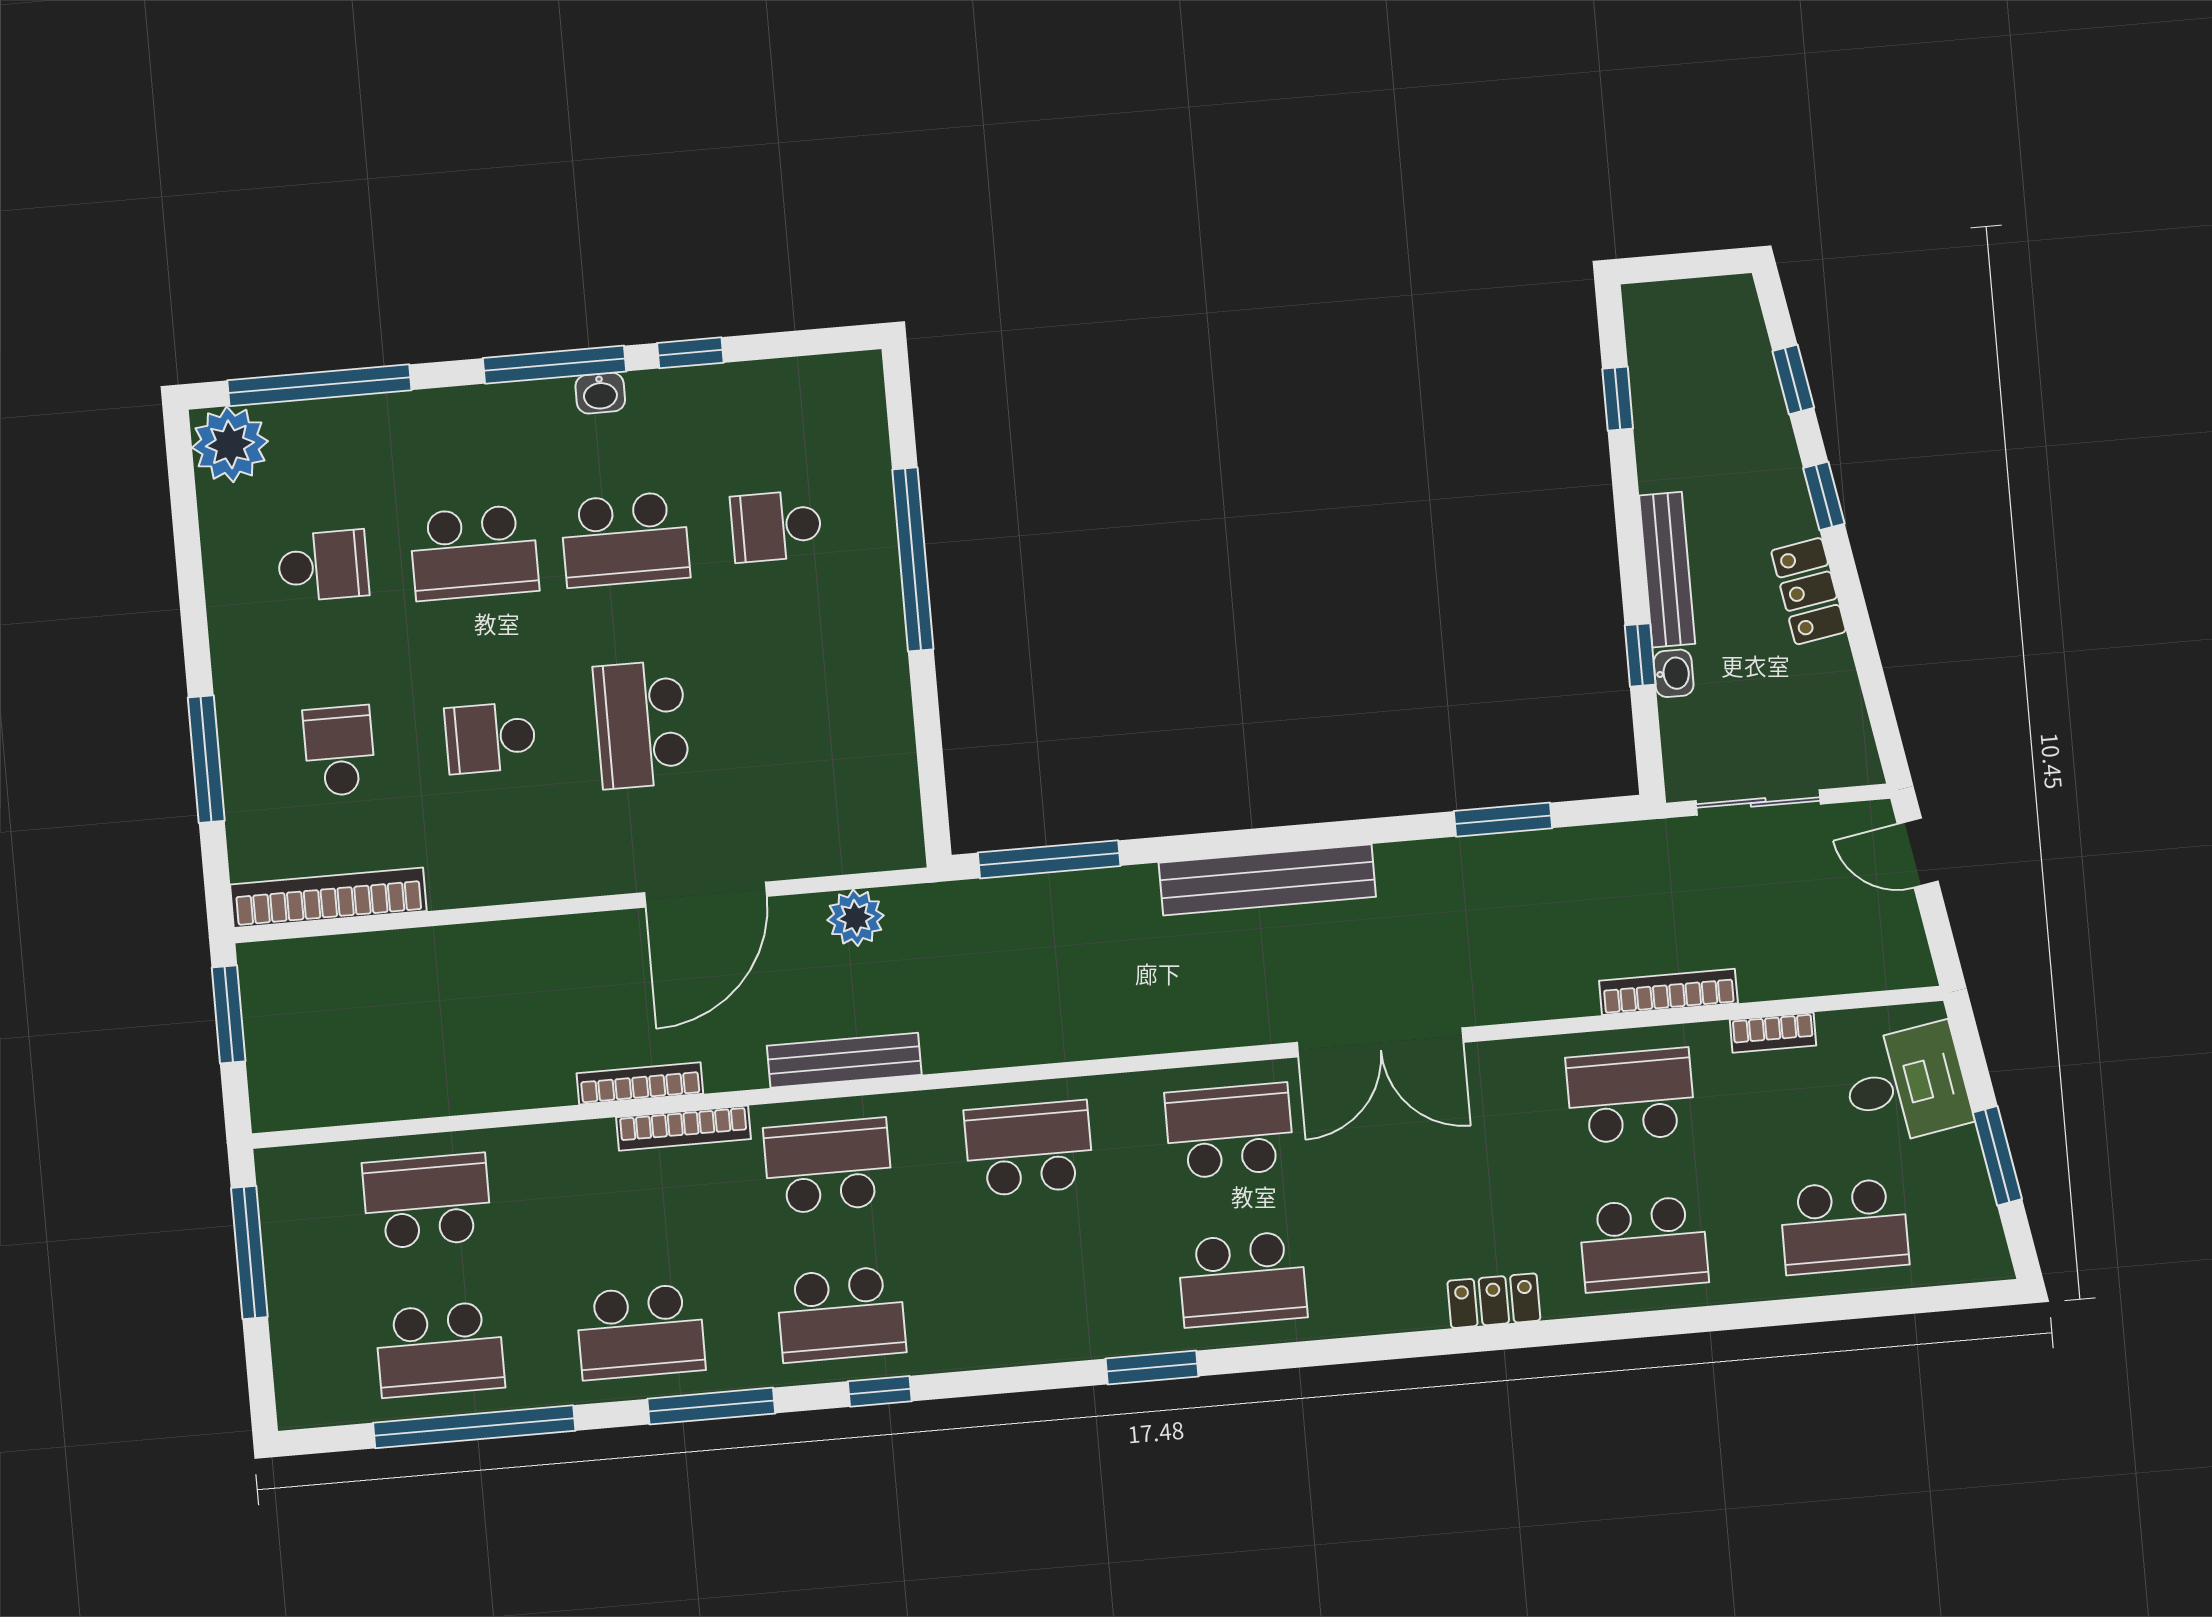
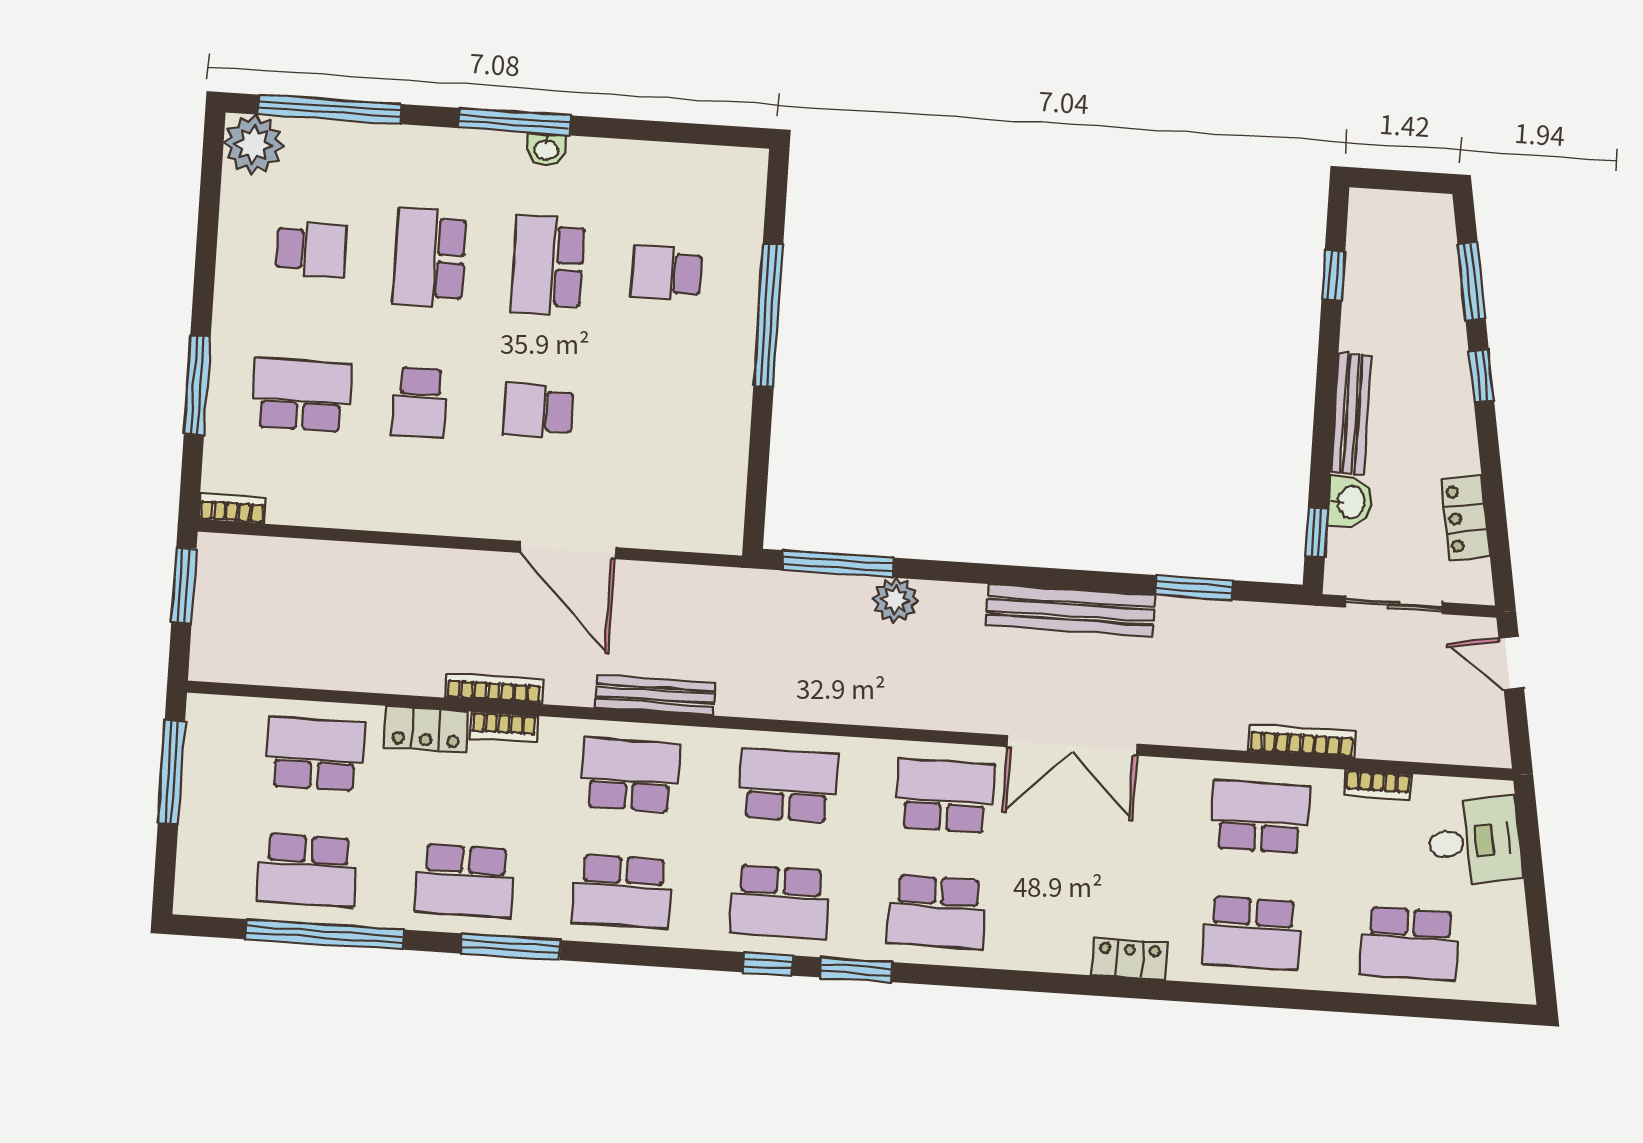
window: (690, 353) -> (621, 129), removed
window: (1793, 379) -> (1472, 282), width x1.50
school desk: (625, 539) -> (548, 265), turned 90
school desk: (474, 553) -> (429, 257), turned 90
locker: (1809, 591) -> (1465, 518), moved
window: (1640, 655) -> (1316, 532), moved
washbasin: (1674, 673) -> (1350, 502), width x1.38, depth x1.45
school desk: (641, 725) -> (538, 411), width x0.54
school desk: (490, 738) -> (420, 403), turned -90
school desk: (339, 751) -> (301, 395), width x1.85
bench: (1267, 880) -> (1070, 610), moved
door: (706, 895) -> (568, 550), hinge flipped
bookcase: (328, 898) -> (232, 509), width x0.43, depth x0.76
plant: (856, 918) -> (895, 600), moved
bookcase: (683, 1128) -> (504, 727), width x0.64
locker: (562, 1148) -> (426, 729), added
window: (1997, 1156) -> (1537, 907), removed
school desk: (1042, 1297) -> (780, 902), added
window: (880, 1391) -> (768, 964), moved

